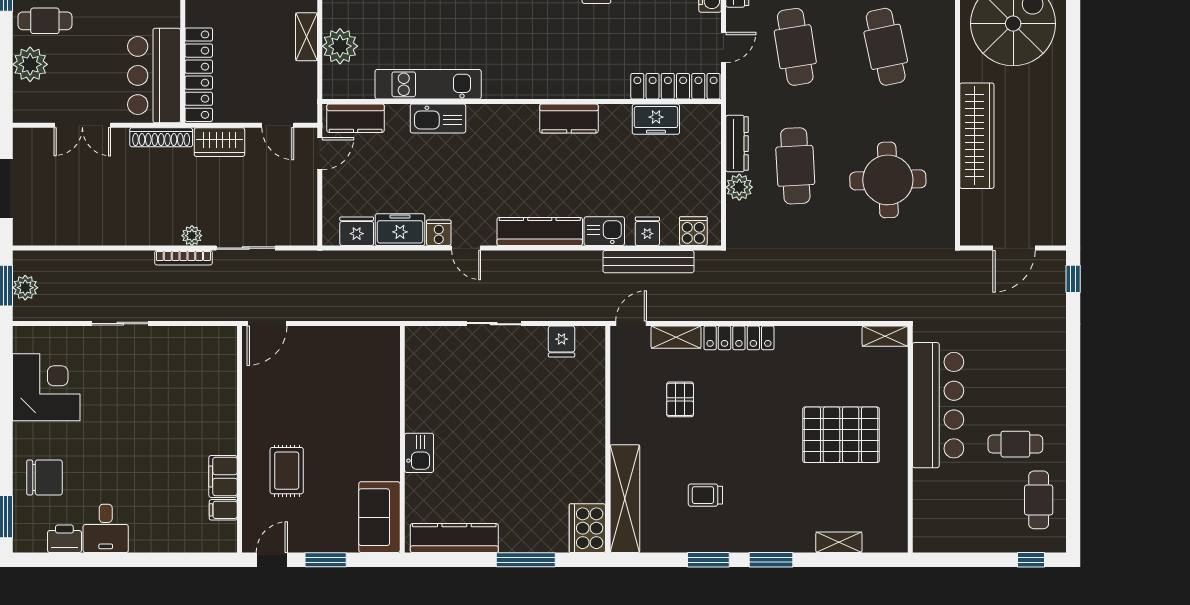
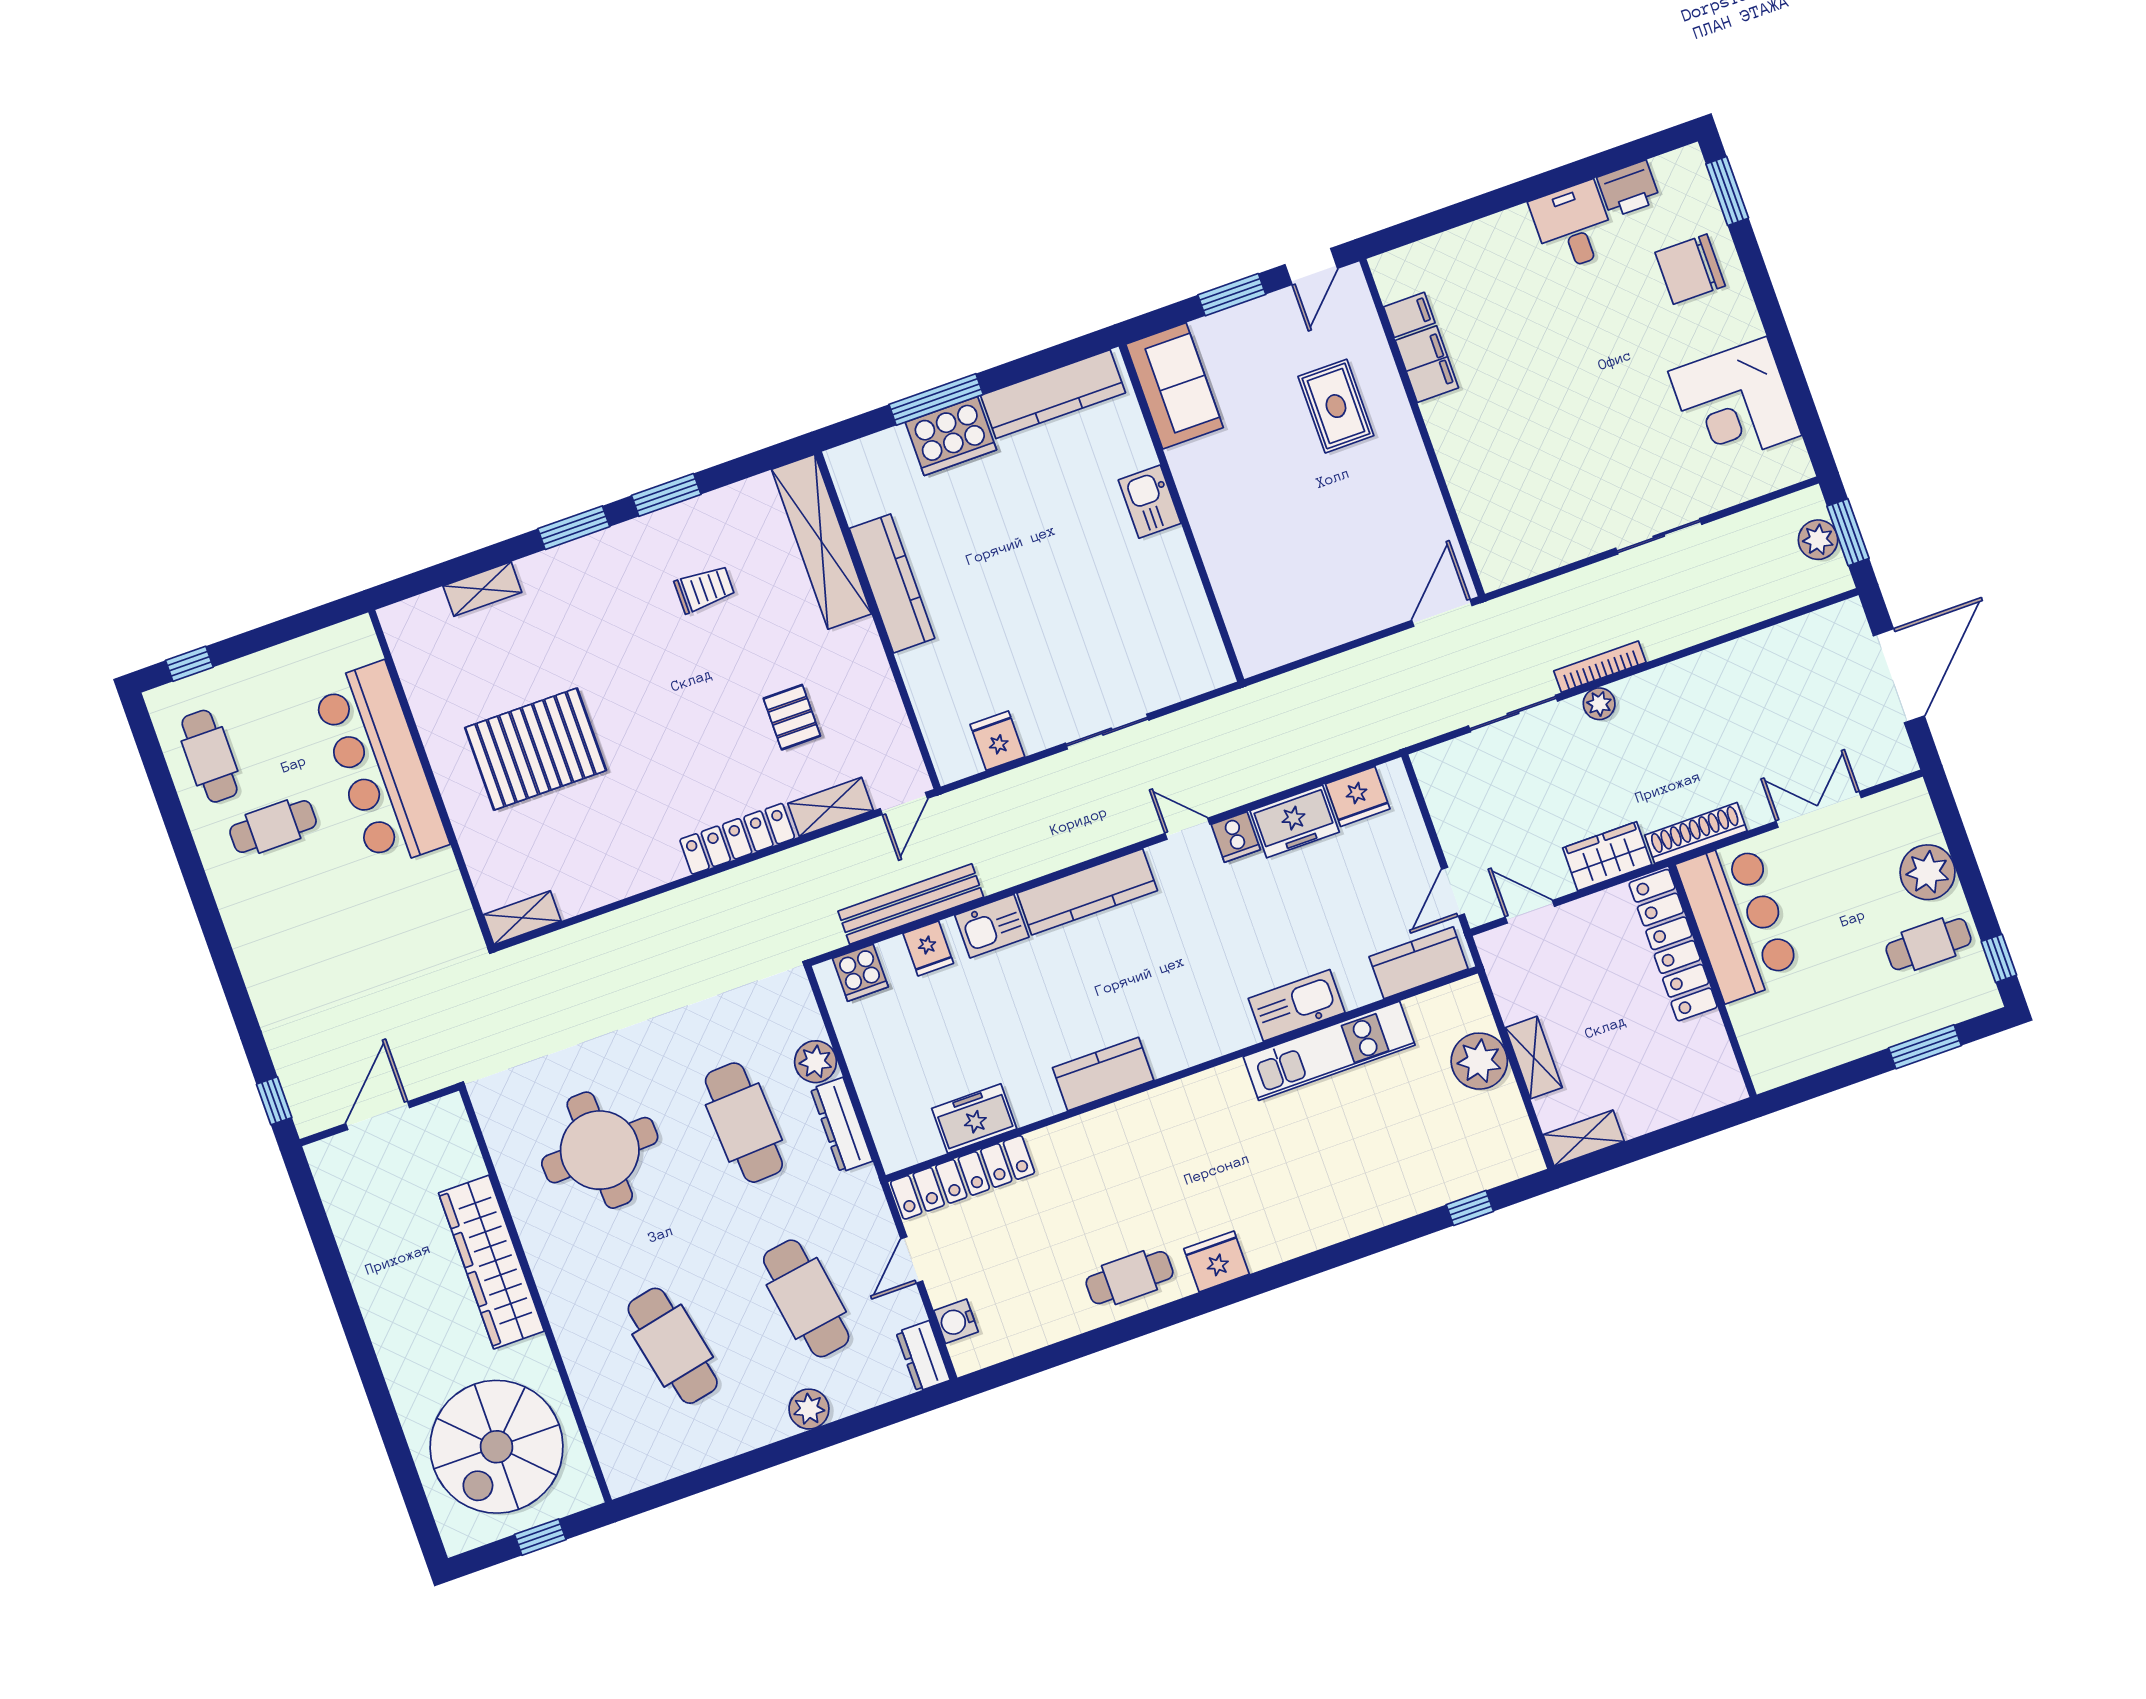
bar counter: (938, 405) -> (380, 765), moved
kitchen counter: (591, 458) -> (892, 583), added
cooker: (587, 528) -> (951, 436), moved, turned 90

